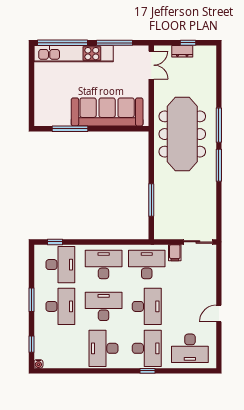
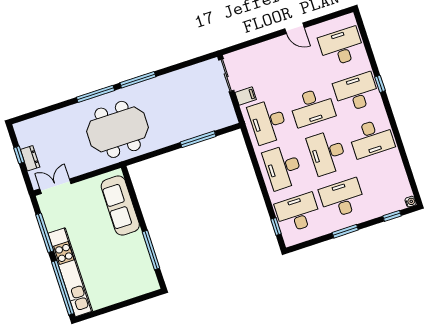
sofa: (107, 112) -> (120, 206), width x0.74, depth x0.79
meeting table: (182, 134) -> (118, 129), width x0.73
desk: (147, 306) -> (312, 107), turned 180
desk: (190, 348) -> (341, 47), turned -90

